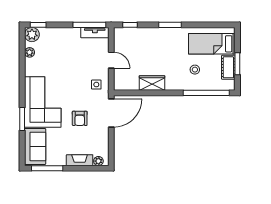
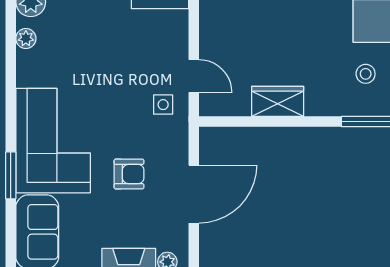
door: (111, 60) -> (194, 76), moved
door: (111, 113) -> (194, 194), moved
armchair: (80, 118) -> (129, 174), turned -90

